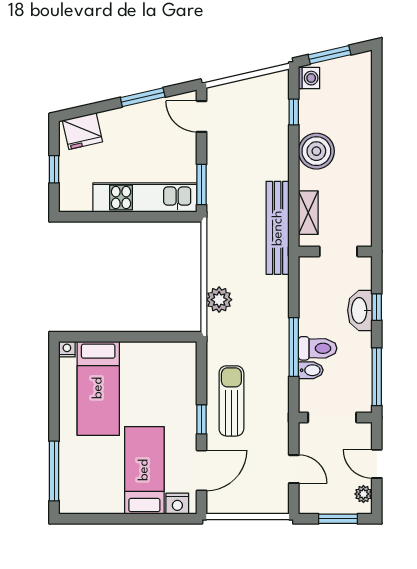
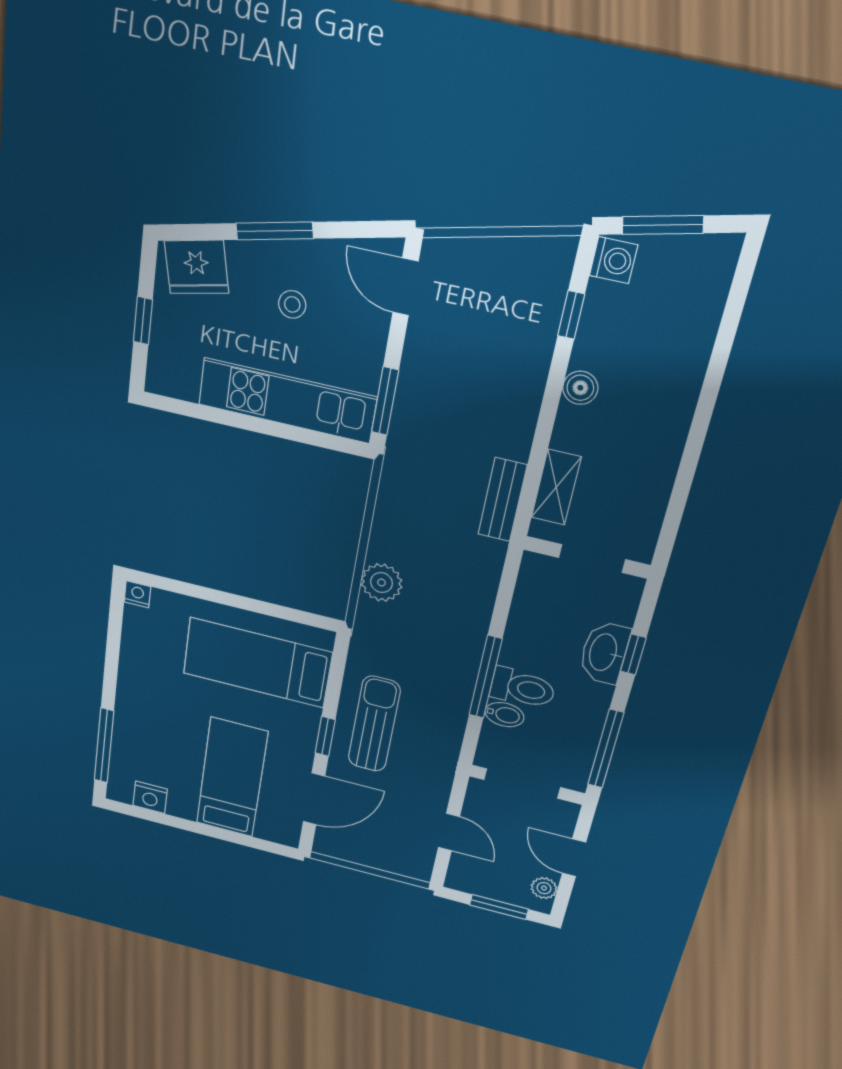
window: (143, 97) -> (275, 231), moved
stool: (140, 140) -> (292, 304), added
boiler: (316, 151) -> (580, 388), width x0.54, depth x0.54
bench: (278, 228) -> (502, 500), width x0.54, depth x0.82
bed: (98, 388) -> (257, 663), moved, turned 90
nightstand: (177, 504) -> (150, 797), moved

